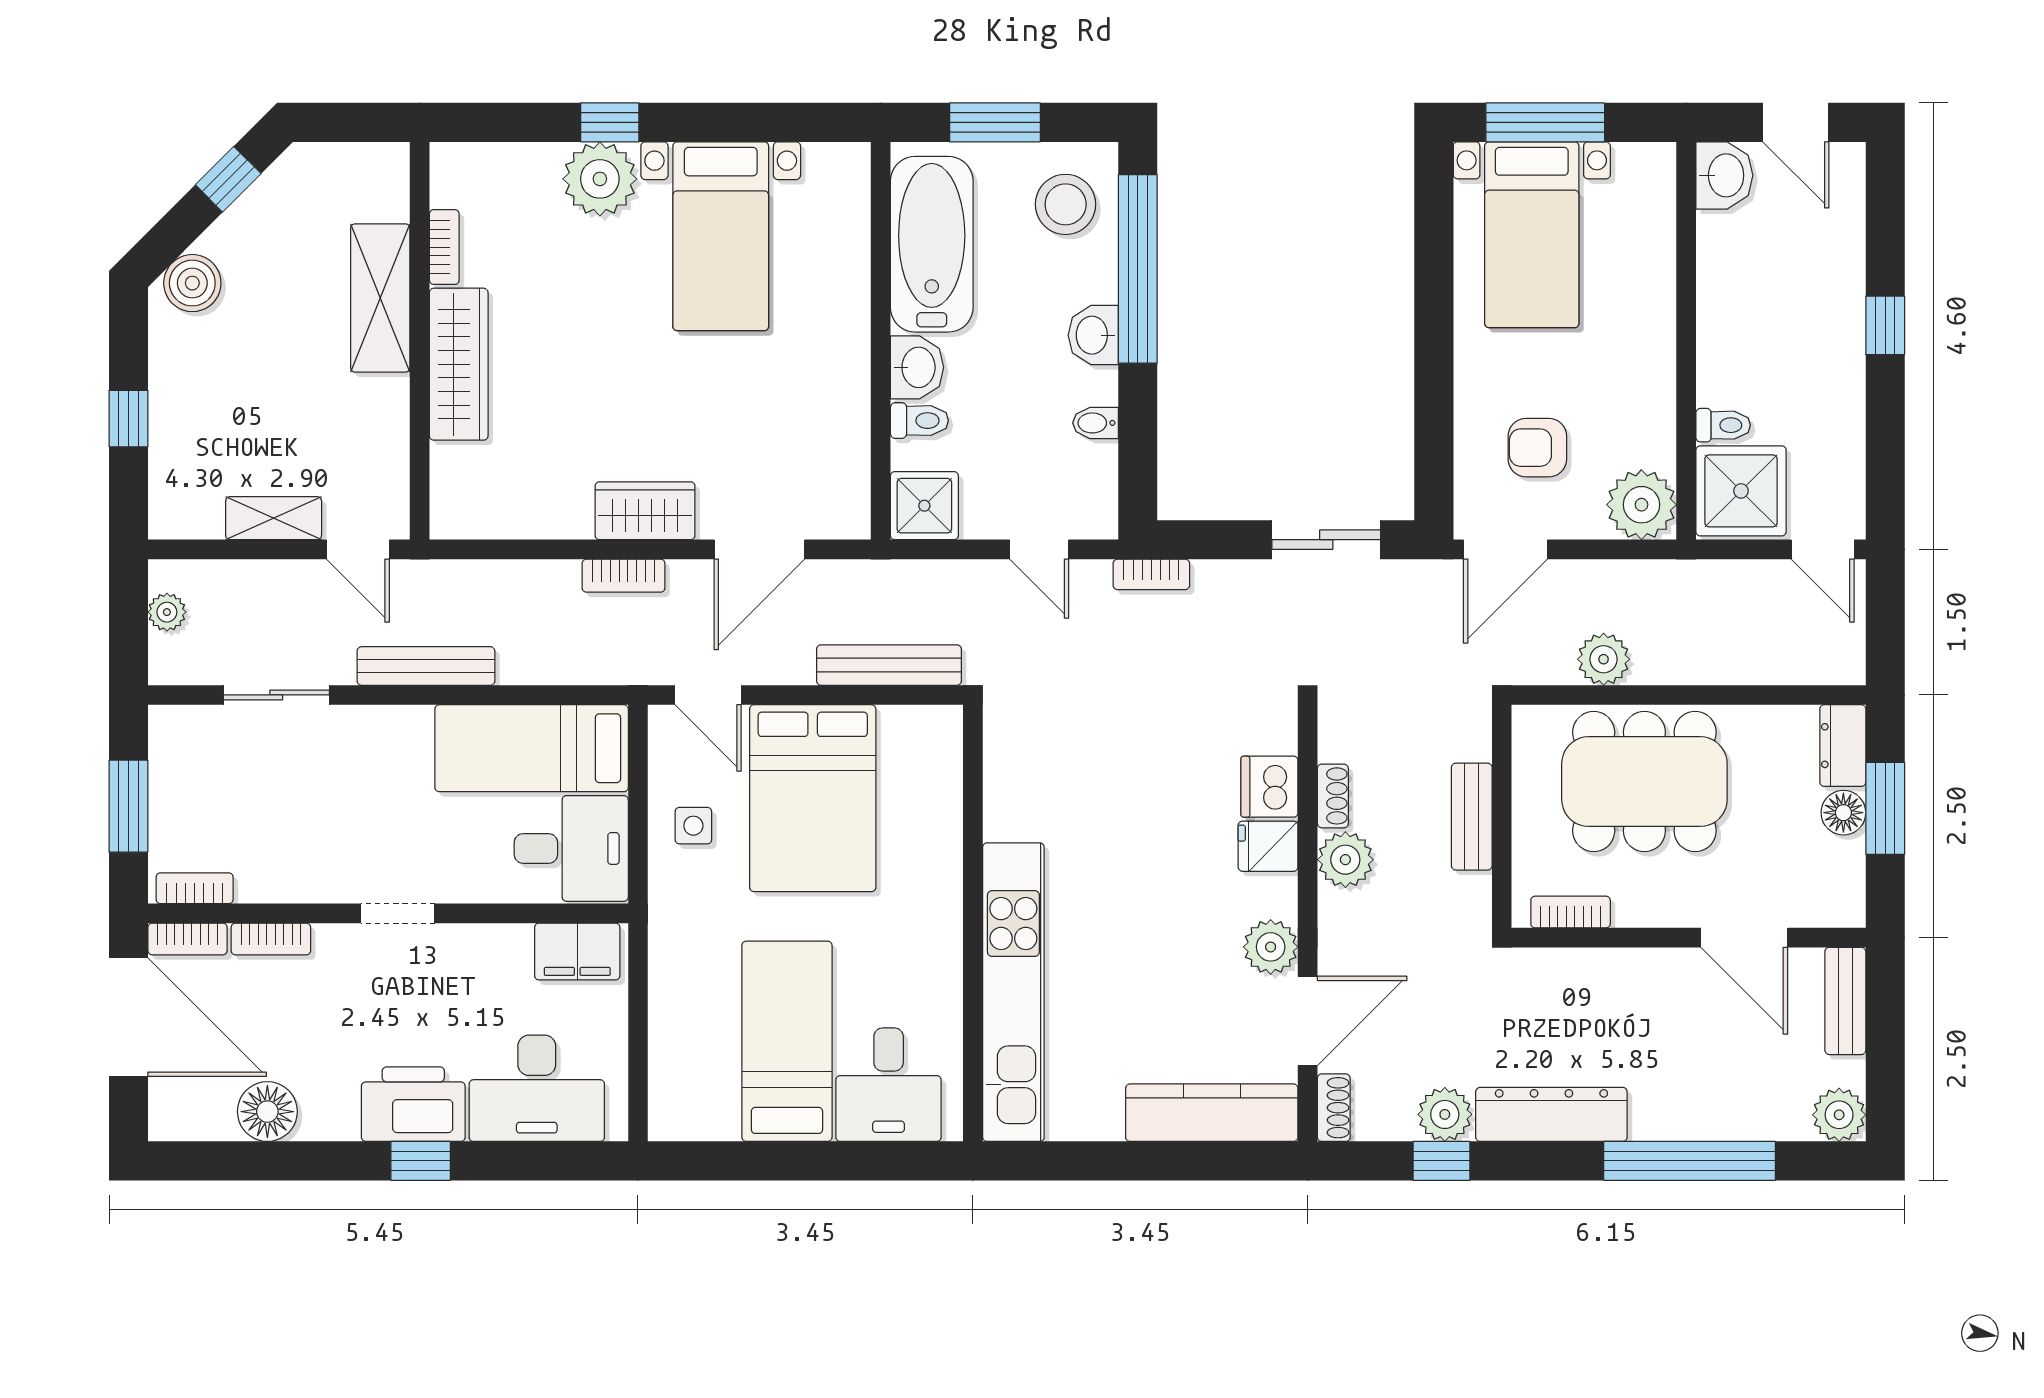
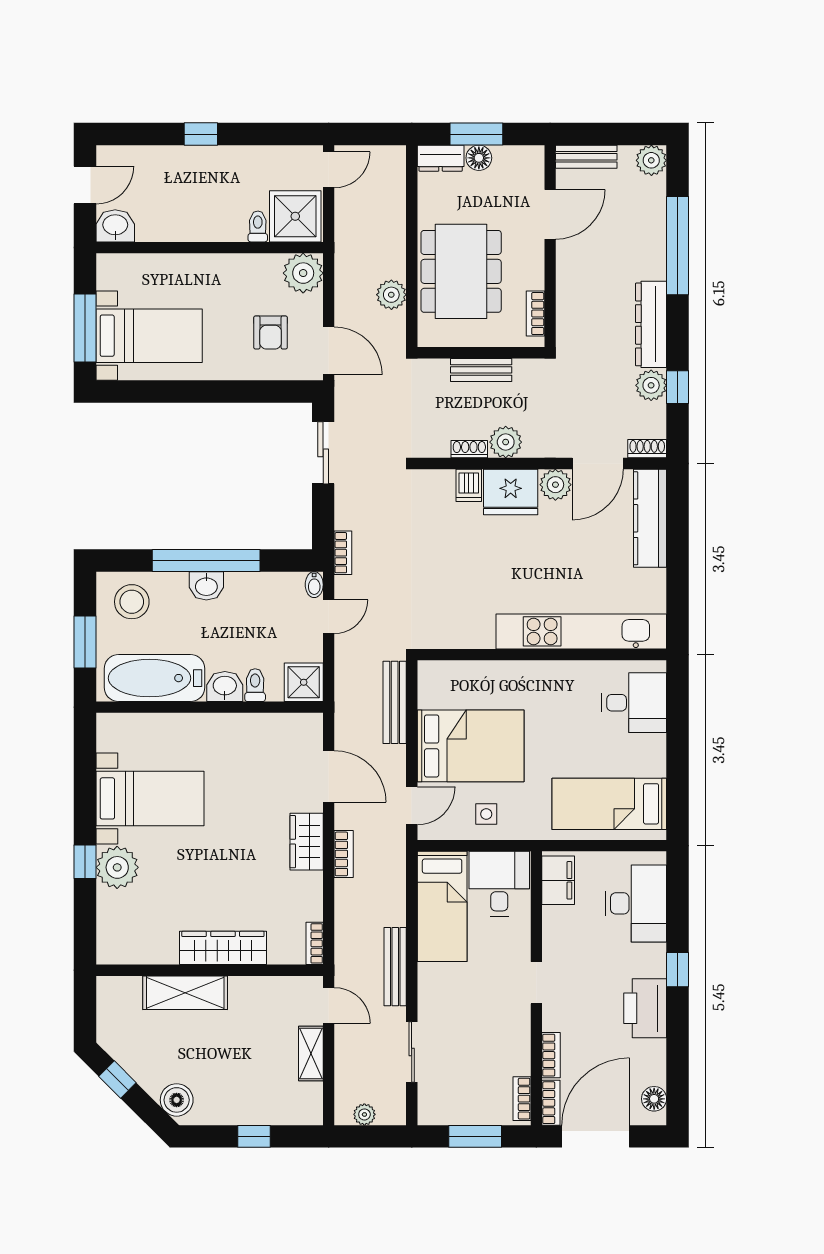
bookcase: (444, 247) -> (315, 943), moved, turned -90
window: (1138, 269) -> (206, 560), moved
bidet: (1095, 423) -> (314, 585), moved
door: (358, 549) -> (329, 1006), hinge flipped
dishwasher: (1269, 787) -> (469, 485), width x0.73
fridge: (1268, 846) -> (511, 492), width x1.88, depth x1.34
door: (1308, 1021) -> (598, 464), swing flipped
bed: (787, 1041) -> (609, 804), moved
printer: (413, 1104) -> (645, 1008), moved
floor lamp: (267, 1112) -> (654, 1099), moved, width x0.73, depth x0.73

